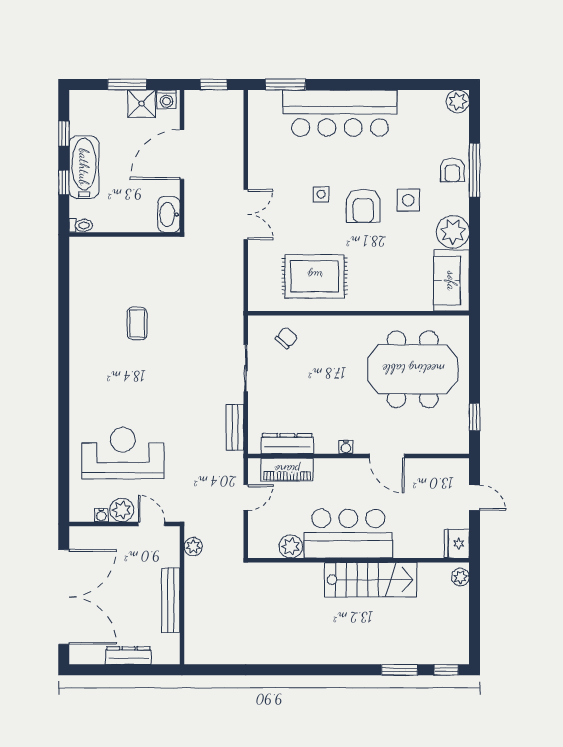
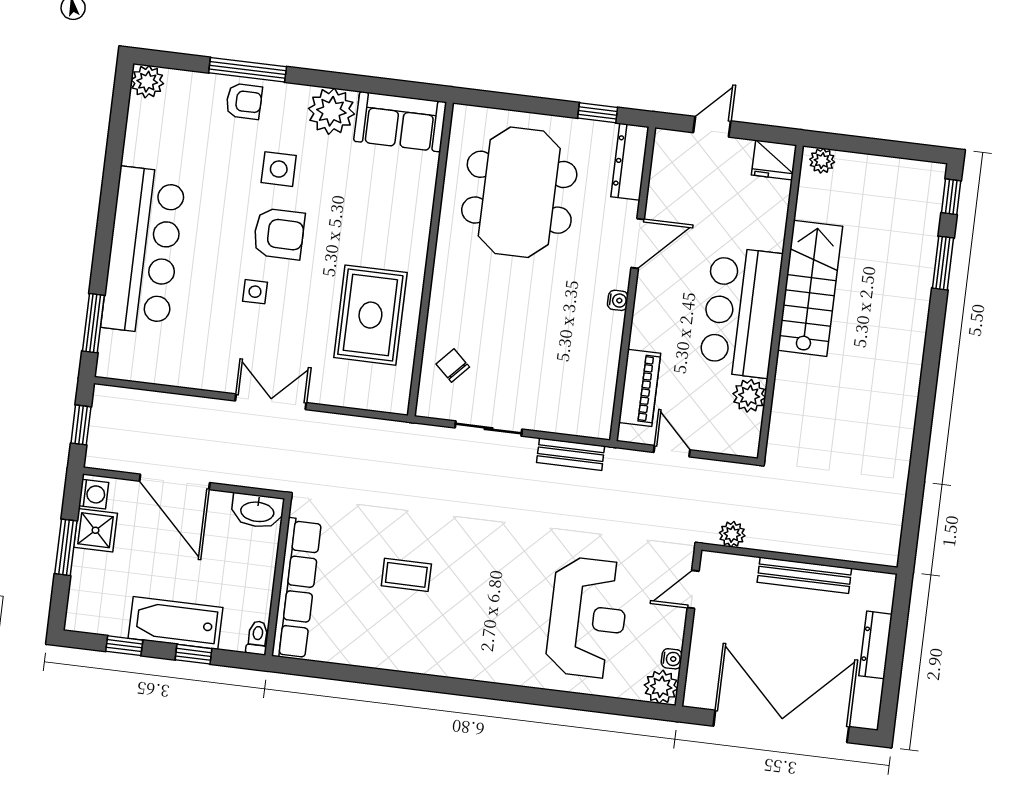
row of seats: (118, 248) -> (296, 589), added
dresser: (287, 444) -> (630, 162), moved
reception desk: (123, 453) -> (588, 618), turned 180
plant: (122, 510) -> (661, 687), moved

